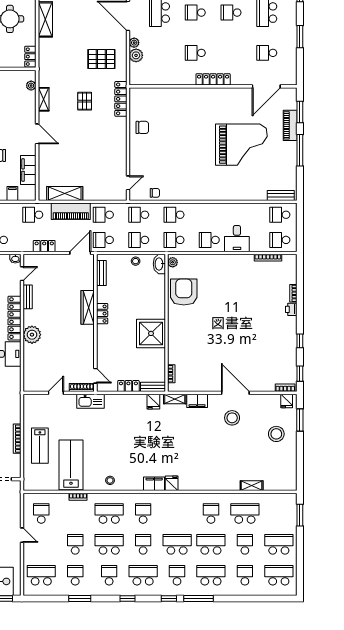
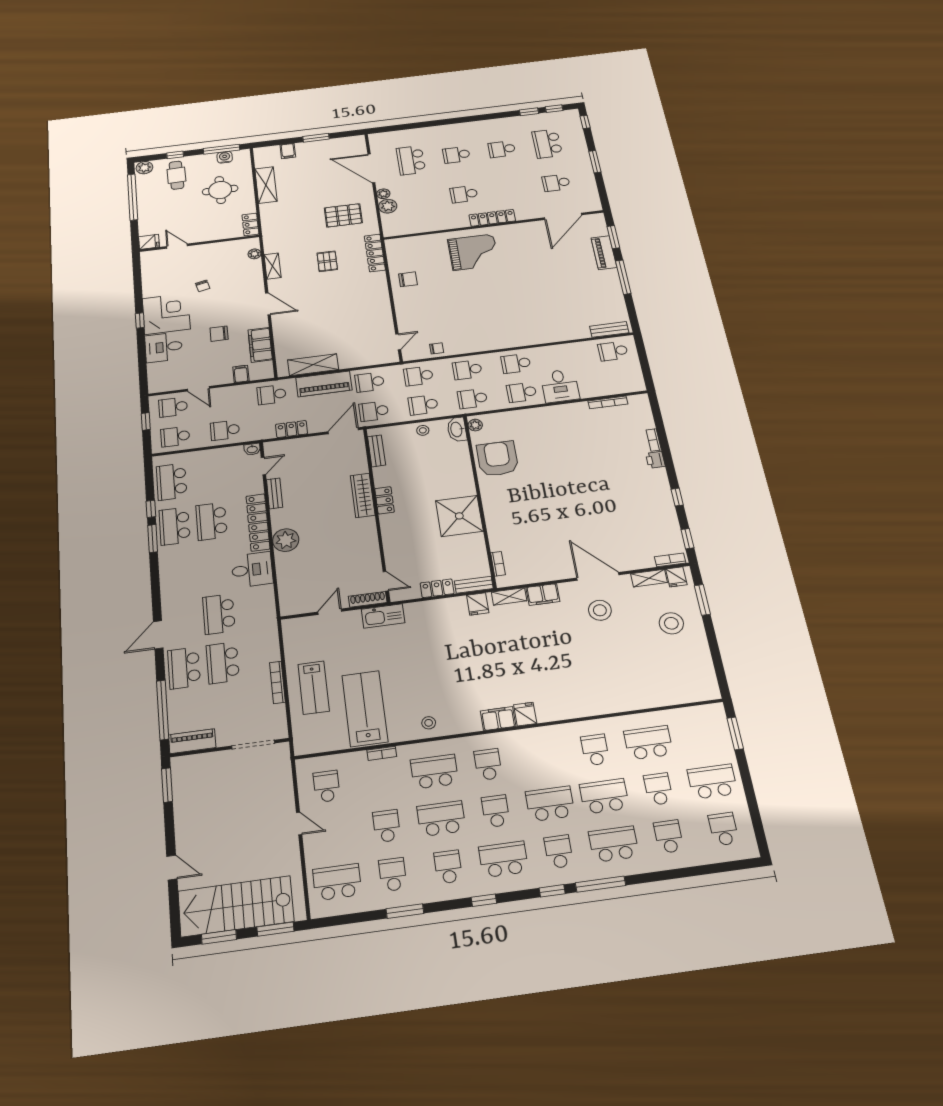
grand piano: (241, 145) -> (473, 252), moved, width x0.73, depth x0.68
school desk: (280, 240) -> (516, 364), moved
shelving: (252, 486) -> (649, 578), moved
school desk: (279, 575) -> (724, 829), width x0.54

